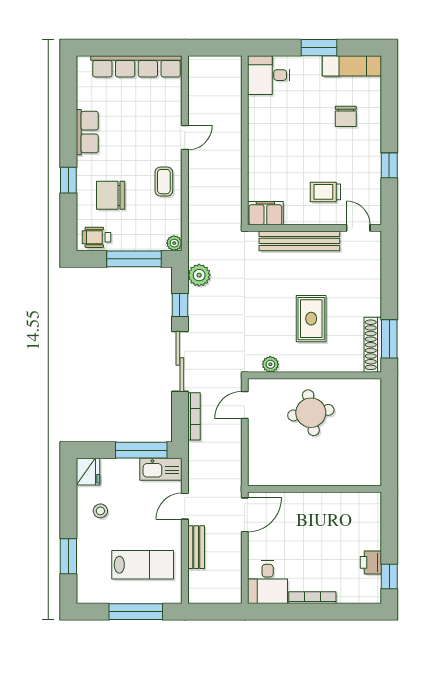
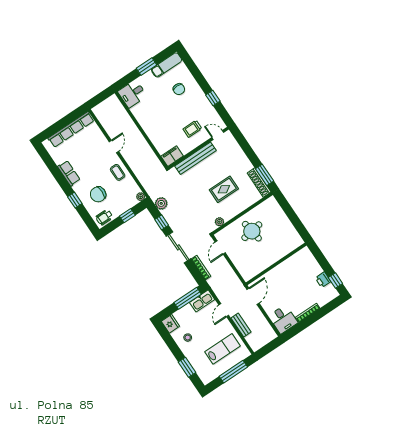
window: (134, 259) -> (127, 216), width x0.46
rug: (311, 319) -> (224, 189), turned 90

